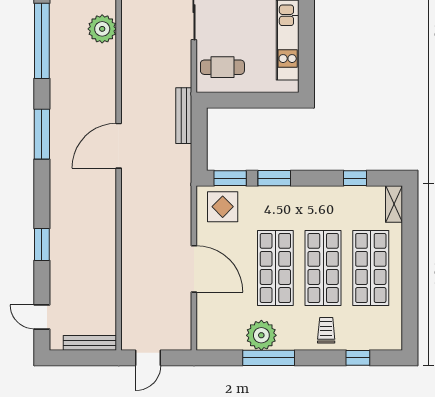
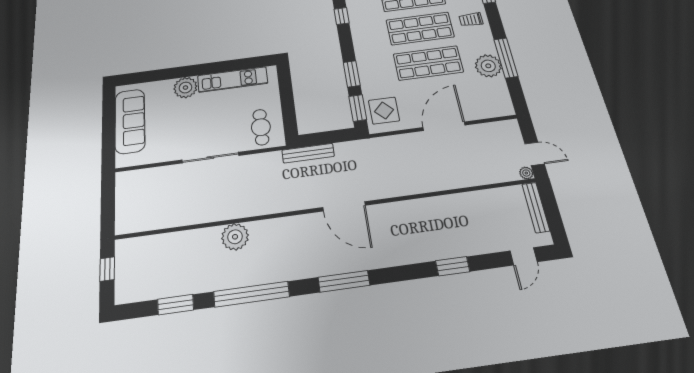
plant: (128, 343) -> (526, 173), added

